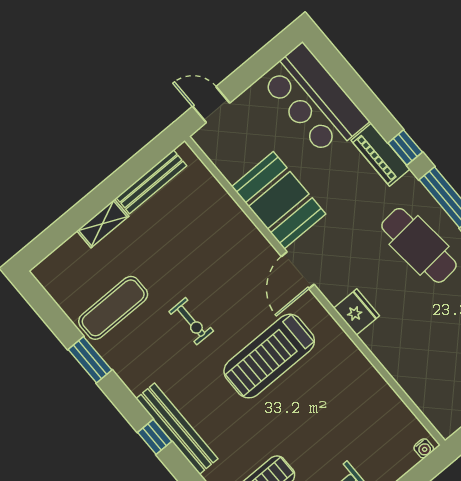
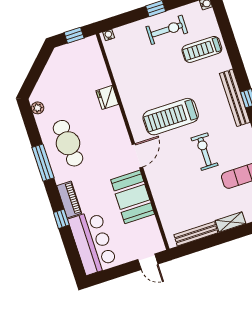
window: (405, 148) -> (61, 219), moved
fridge: (357, 312) -> (107, 97), moved
exercise bike: (191, 321) -> (205, 152), width x1.38, depth x1.39
treadmill: (269, 356) -> (171, 117), turned 180

